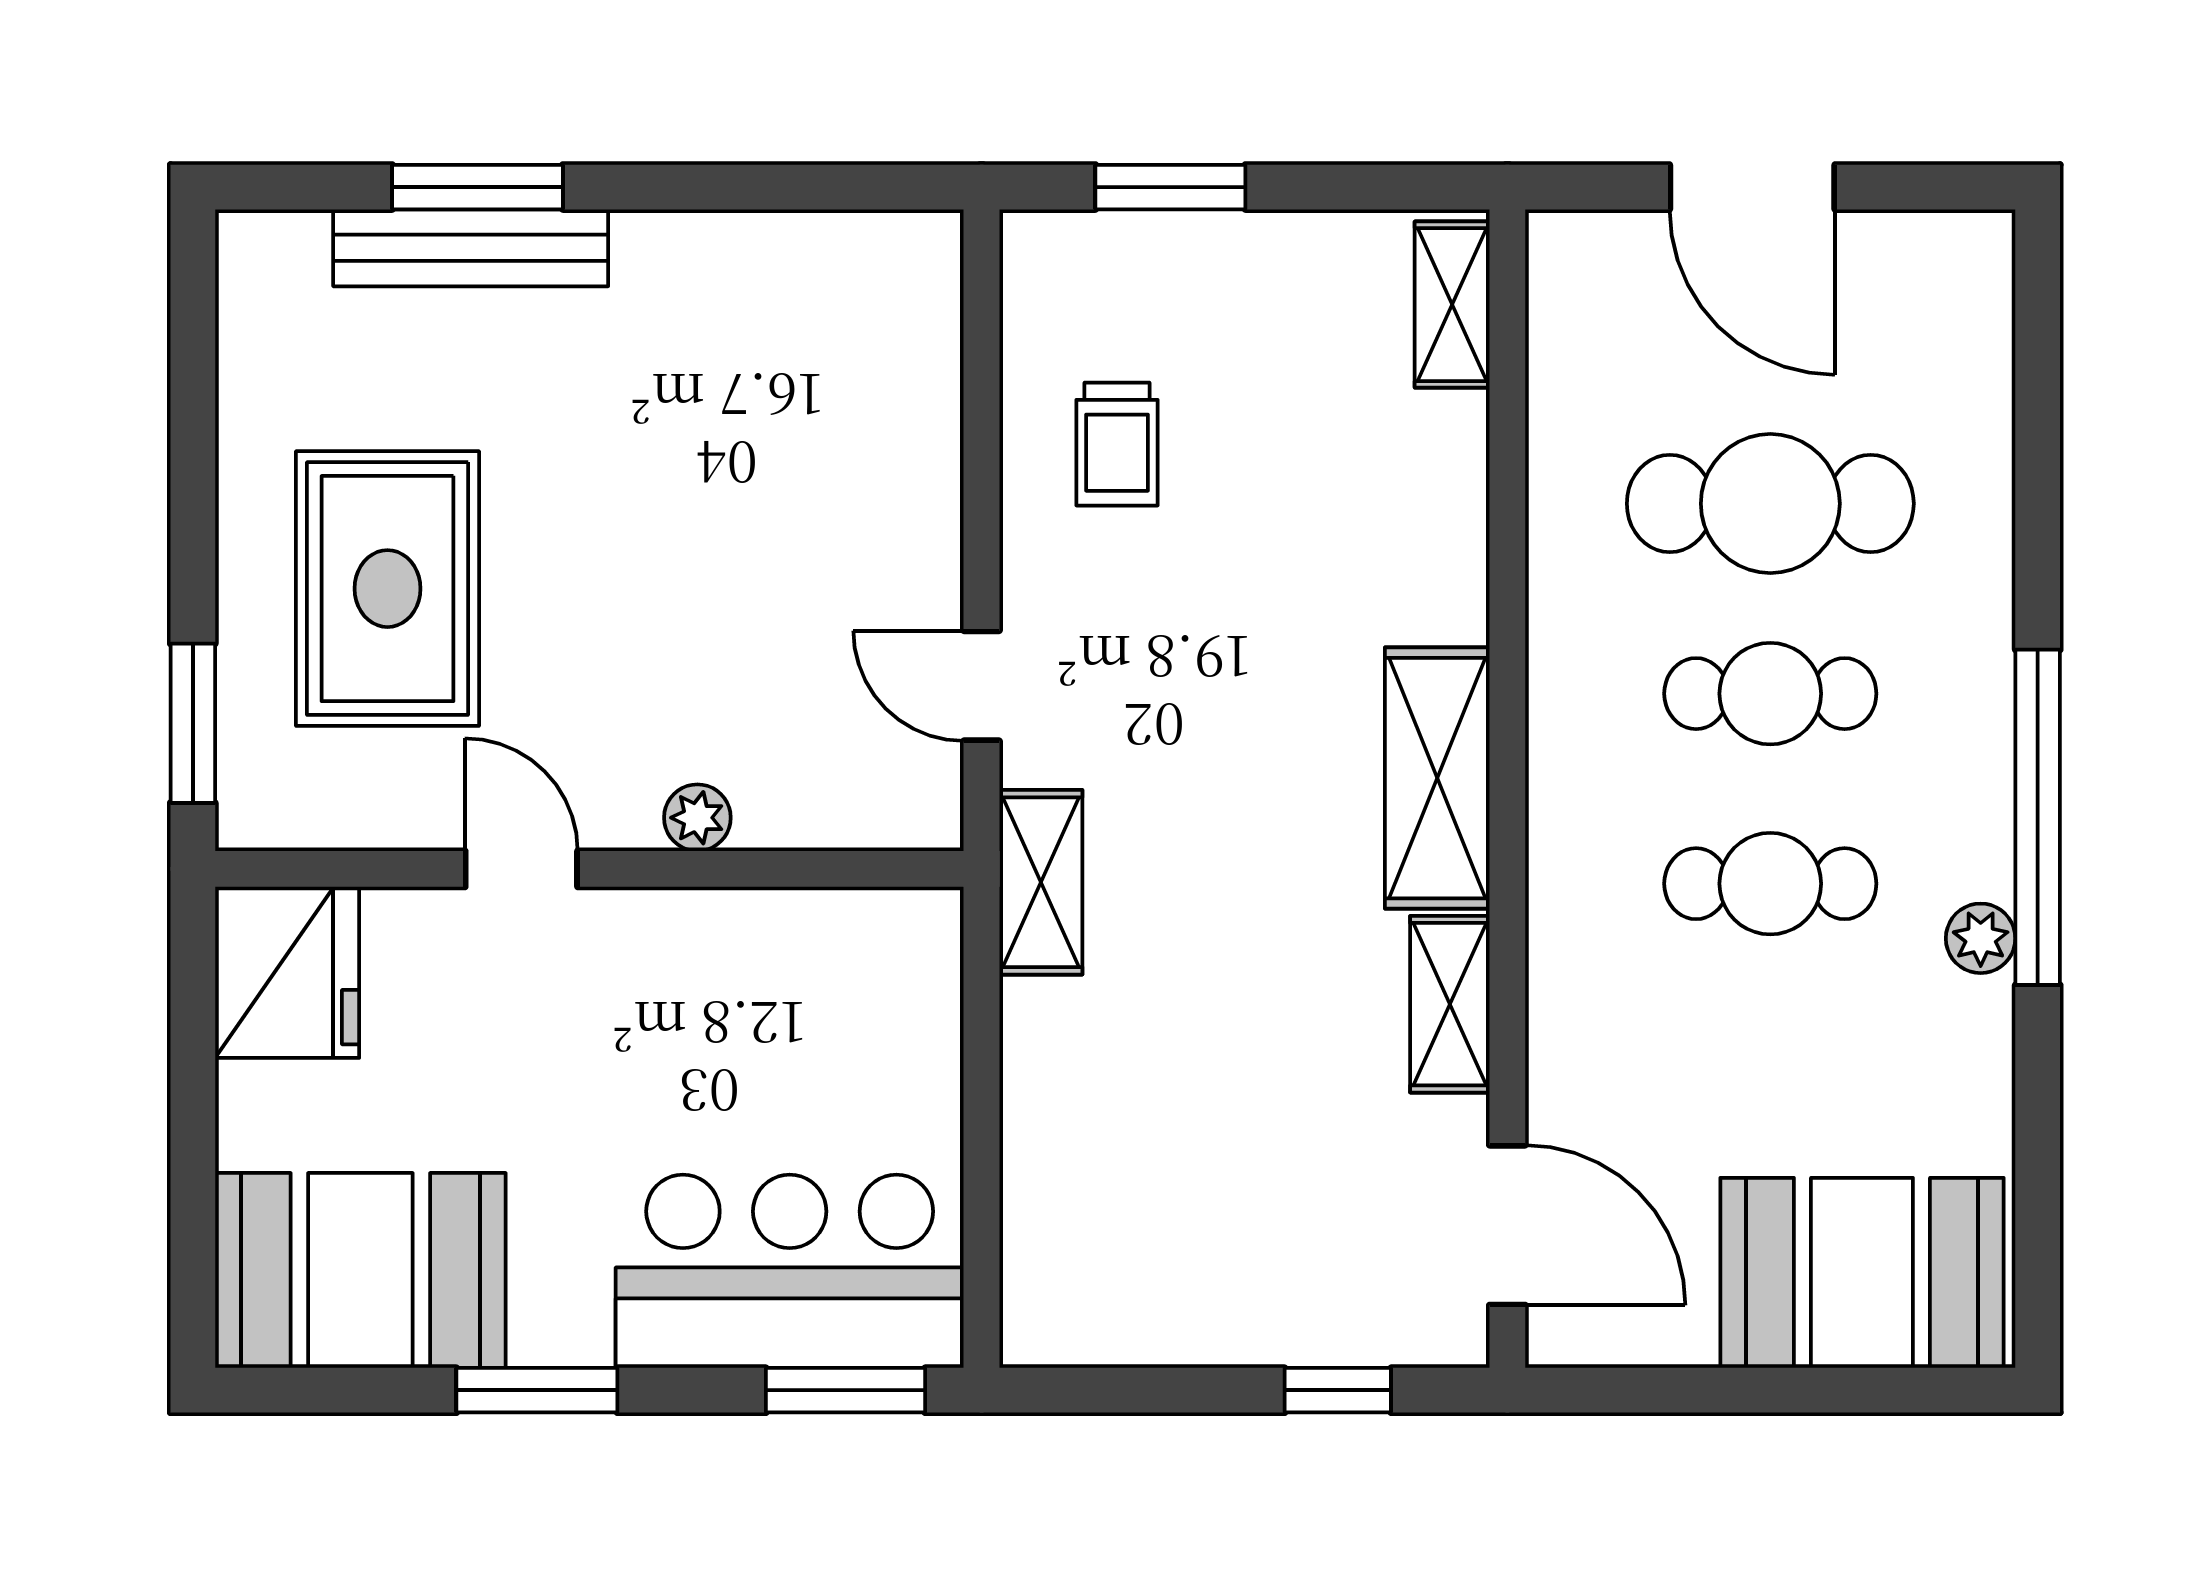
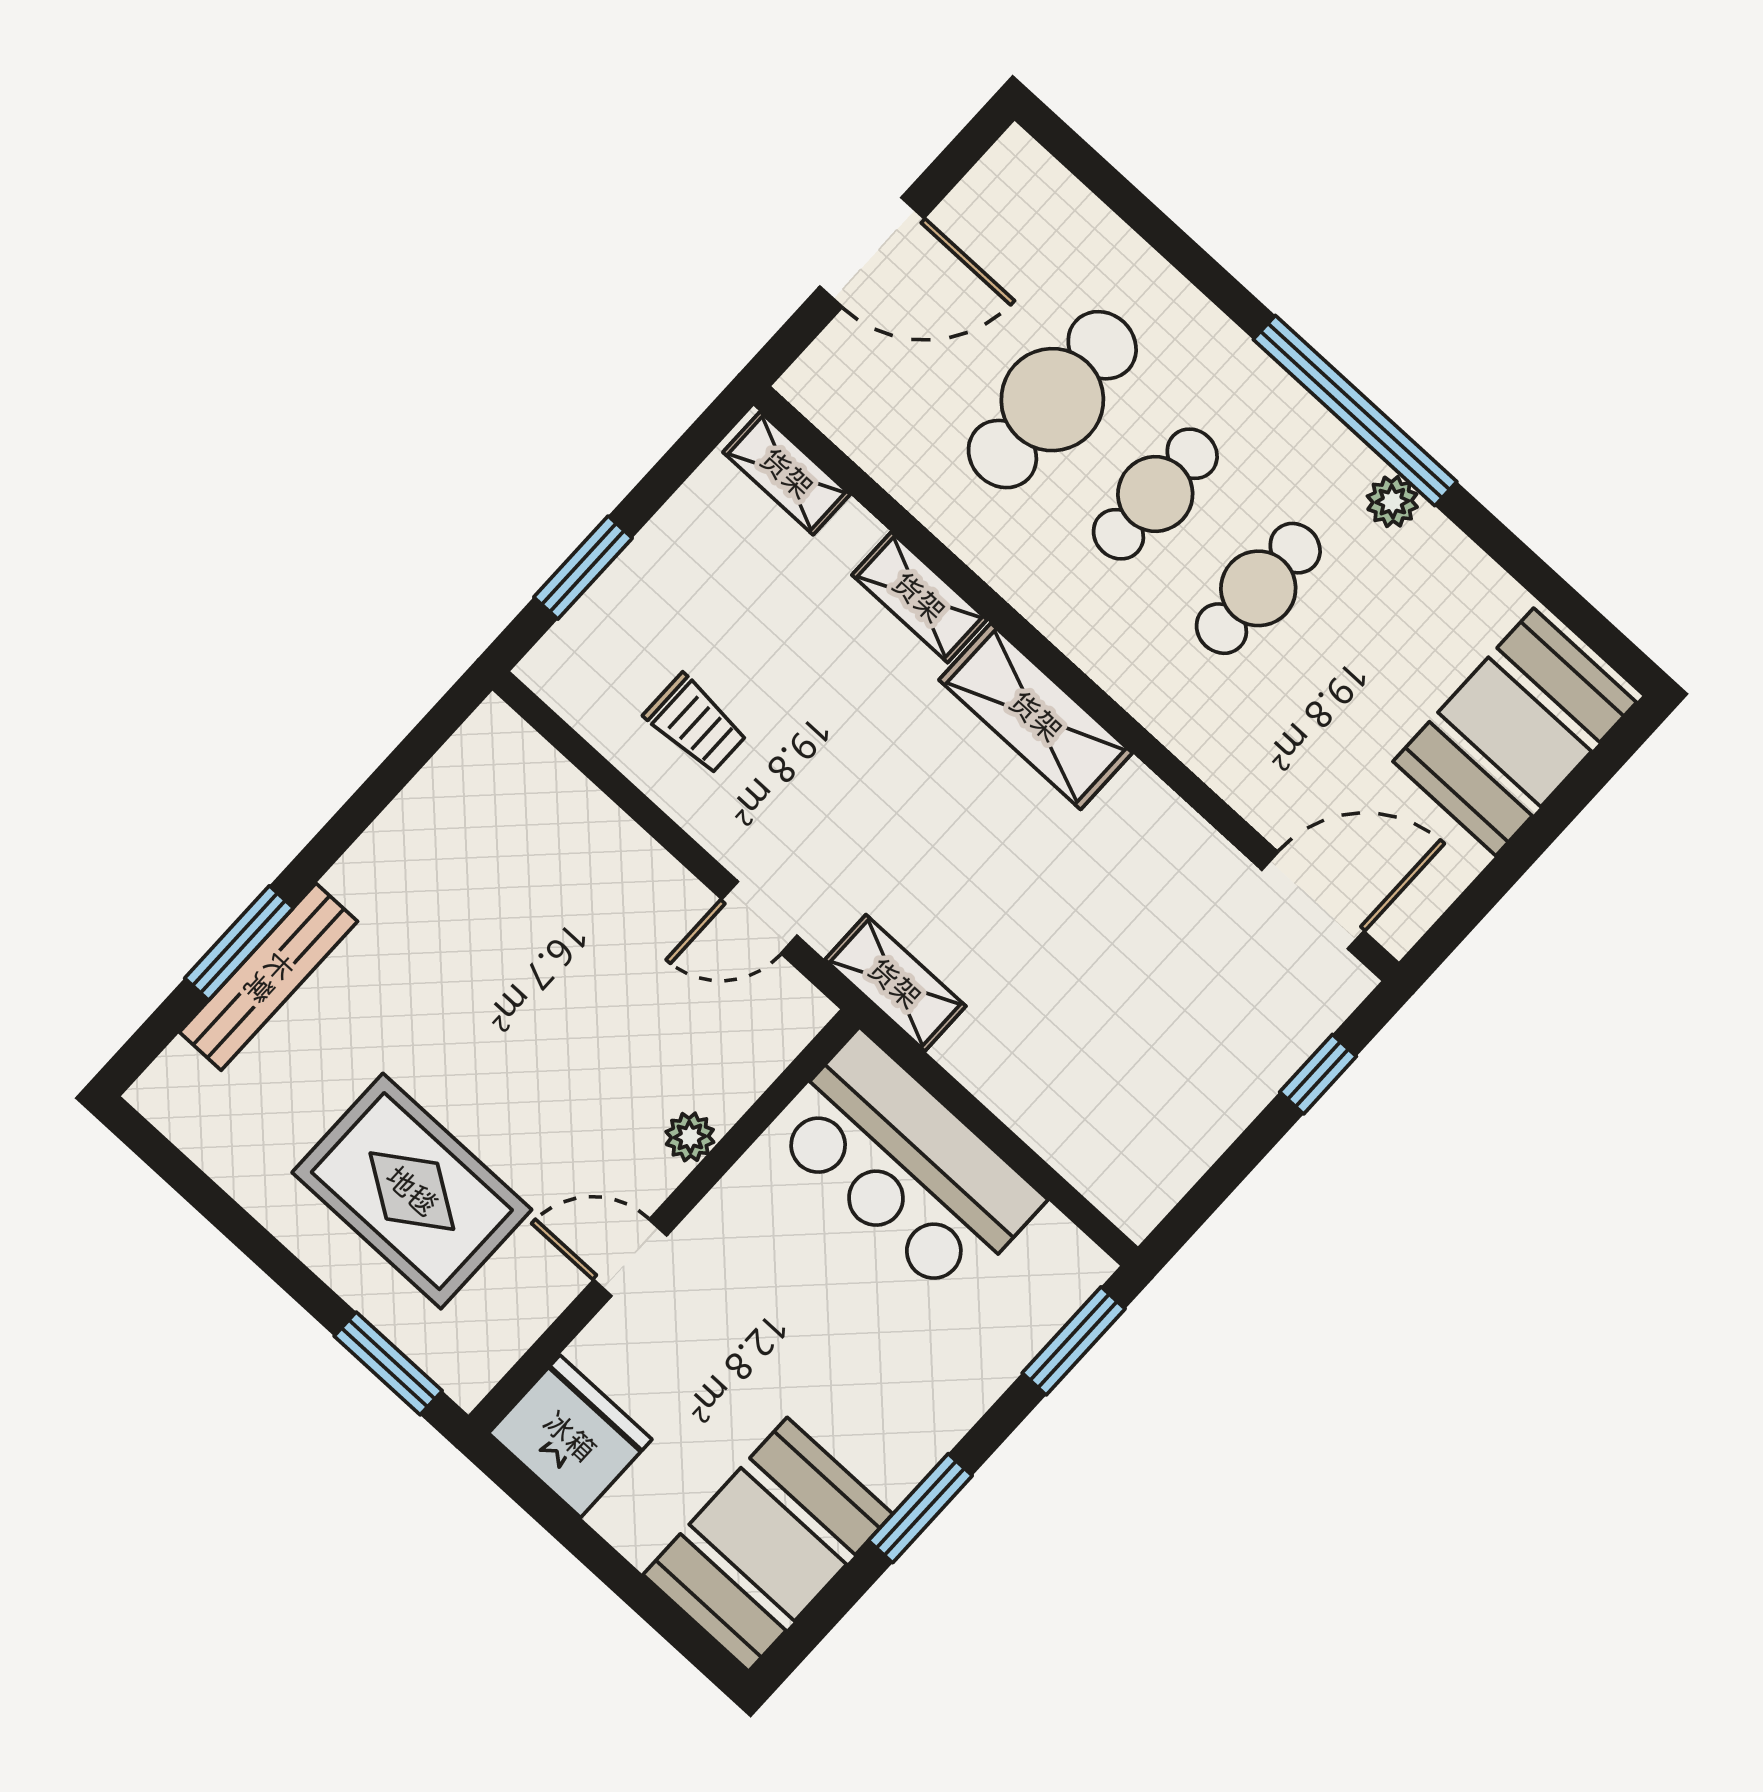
shelving: (1450, 1004) -> (919, 597), moved
bar counter: (790, 1271) -> (906, 1166), moved, turned -90

